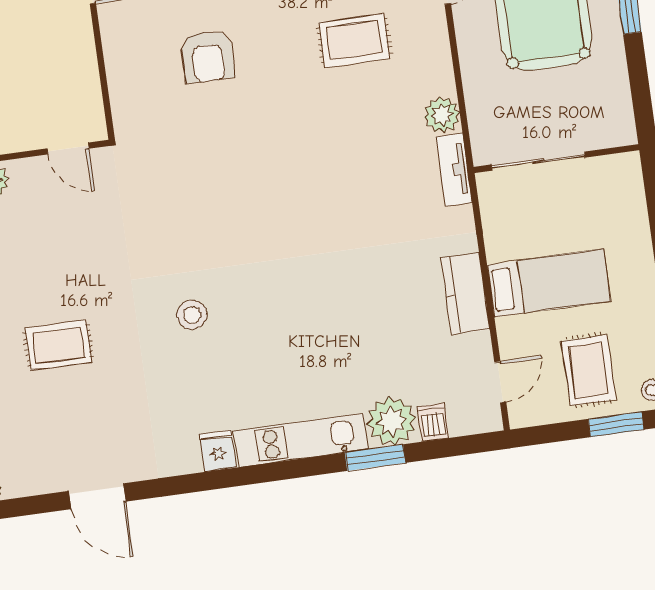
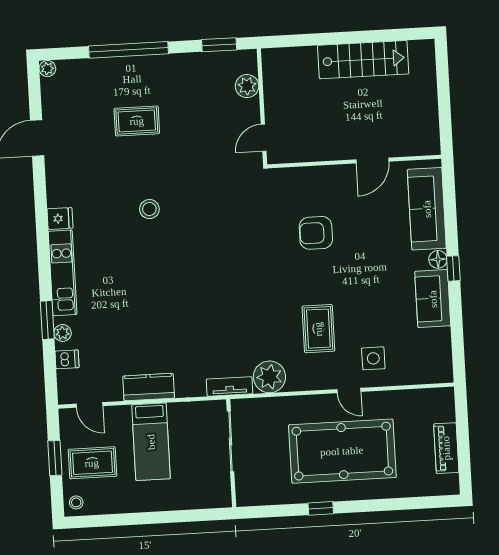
plant: (442, 115) -> (269, 377), width x1.36, depth x1.36
rug: (58, 345) -> (137, 121), turned 90
plant: (392, 421) -> (63, 333), width x0.53, depth x0.53
window: (616, 424) -> (55, 458), moved

